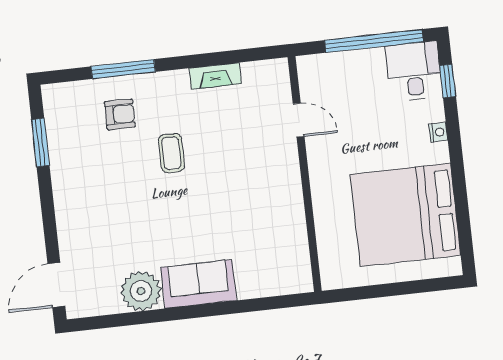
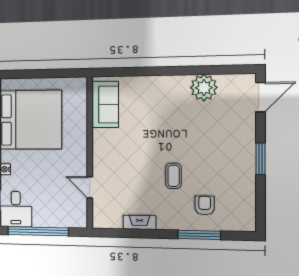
armchair: (120, 114) -> (205, 205), turned 90
window: (40, 142) -> (260, 159), moved
sofa: (198, 284) -> (105, 105), moved, turned -90

